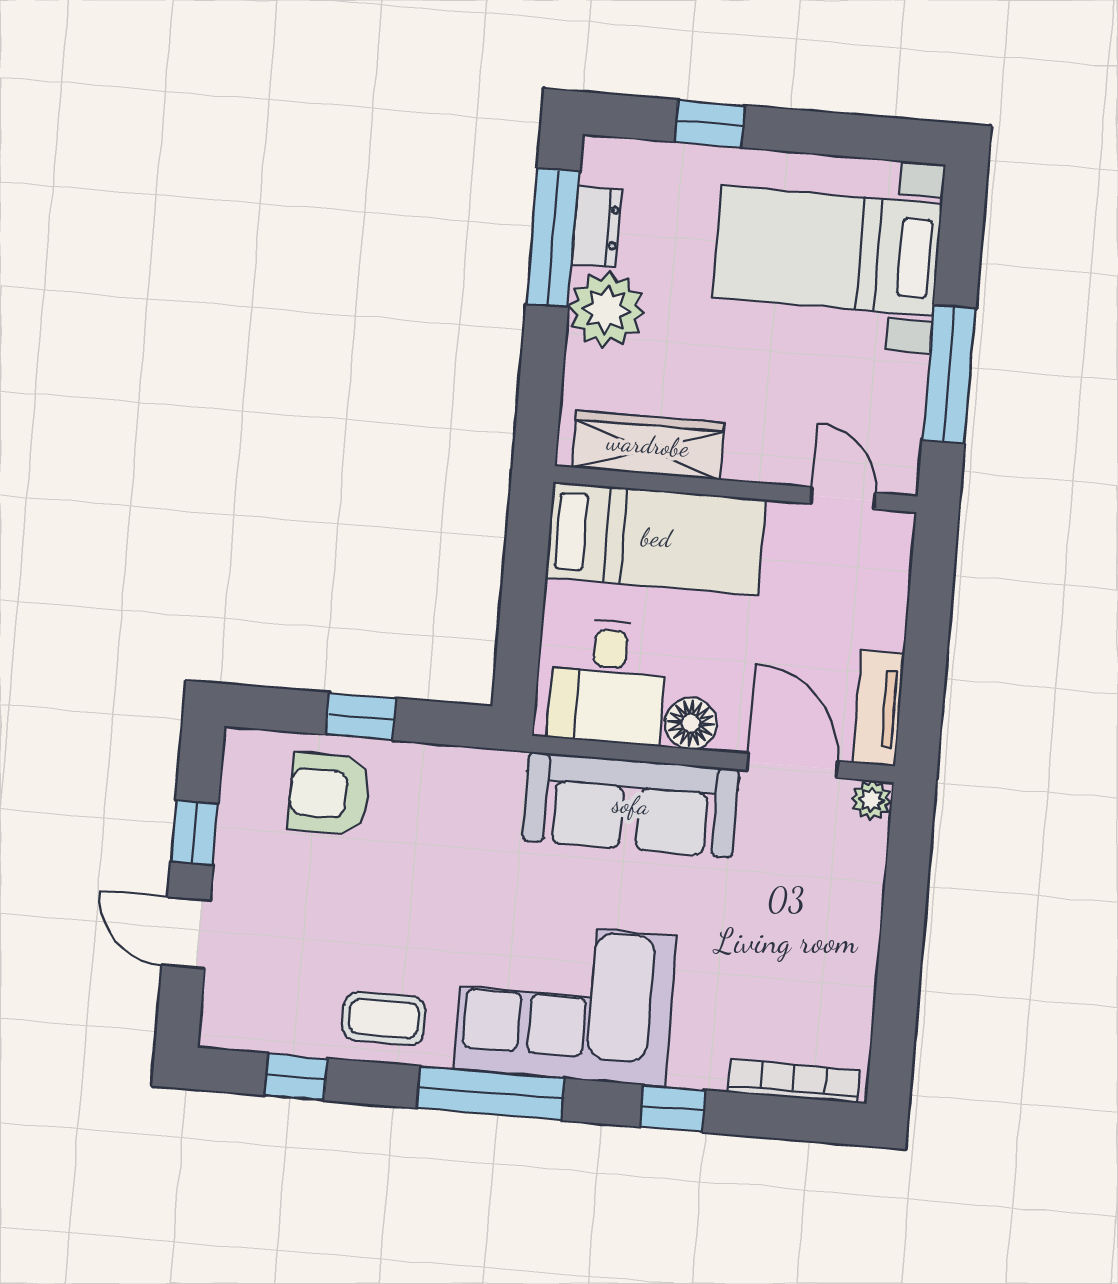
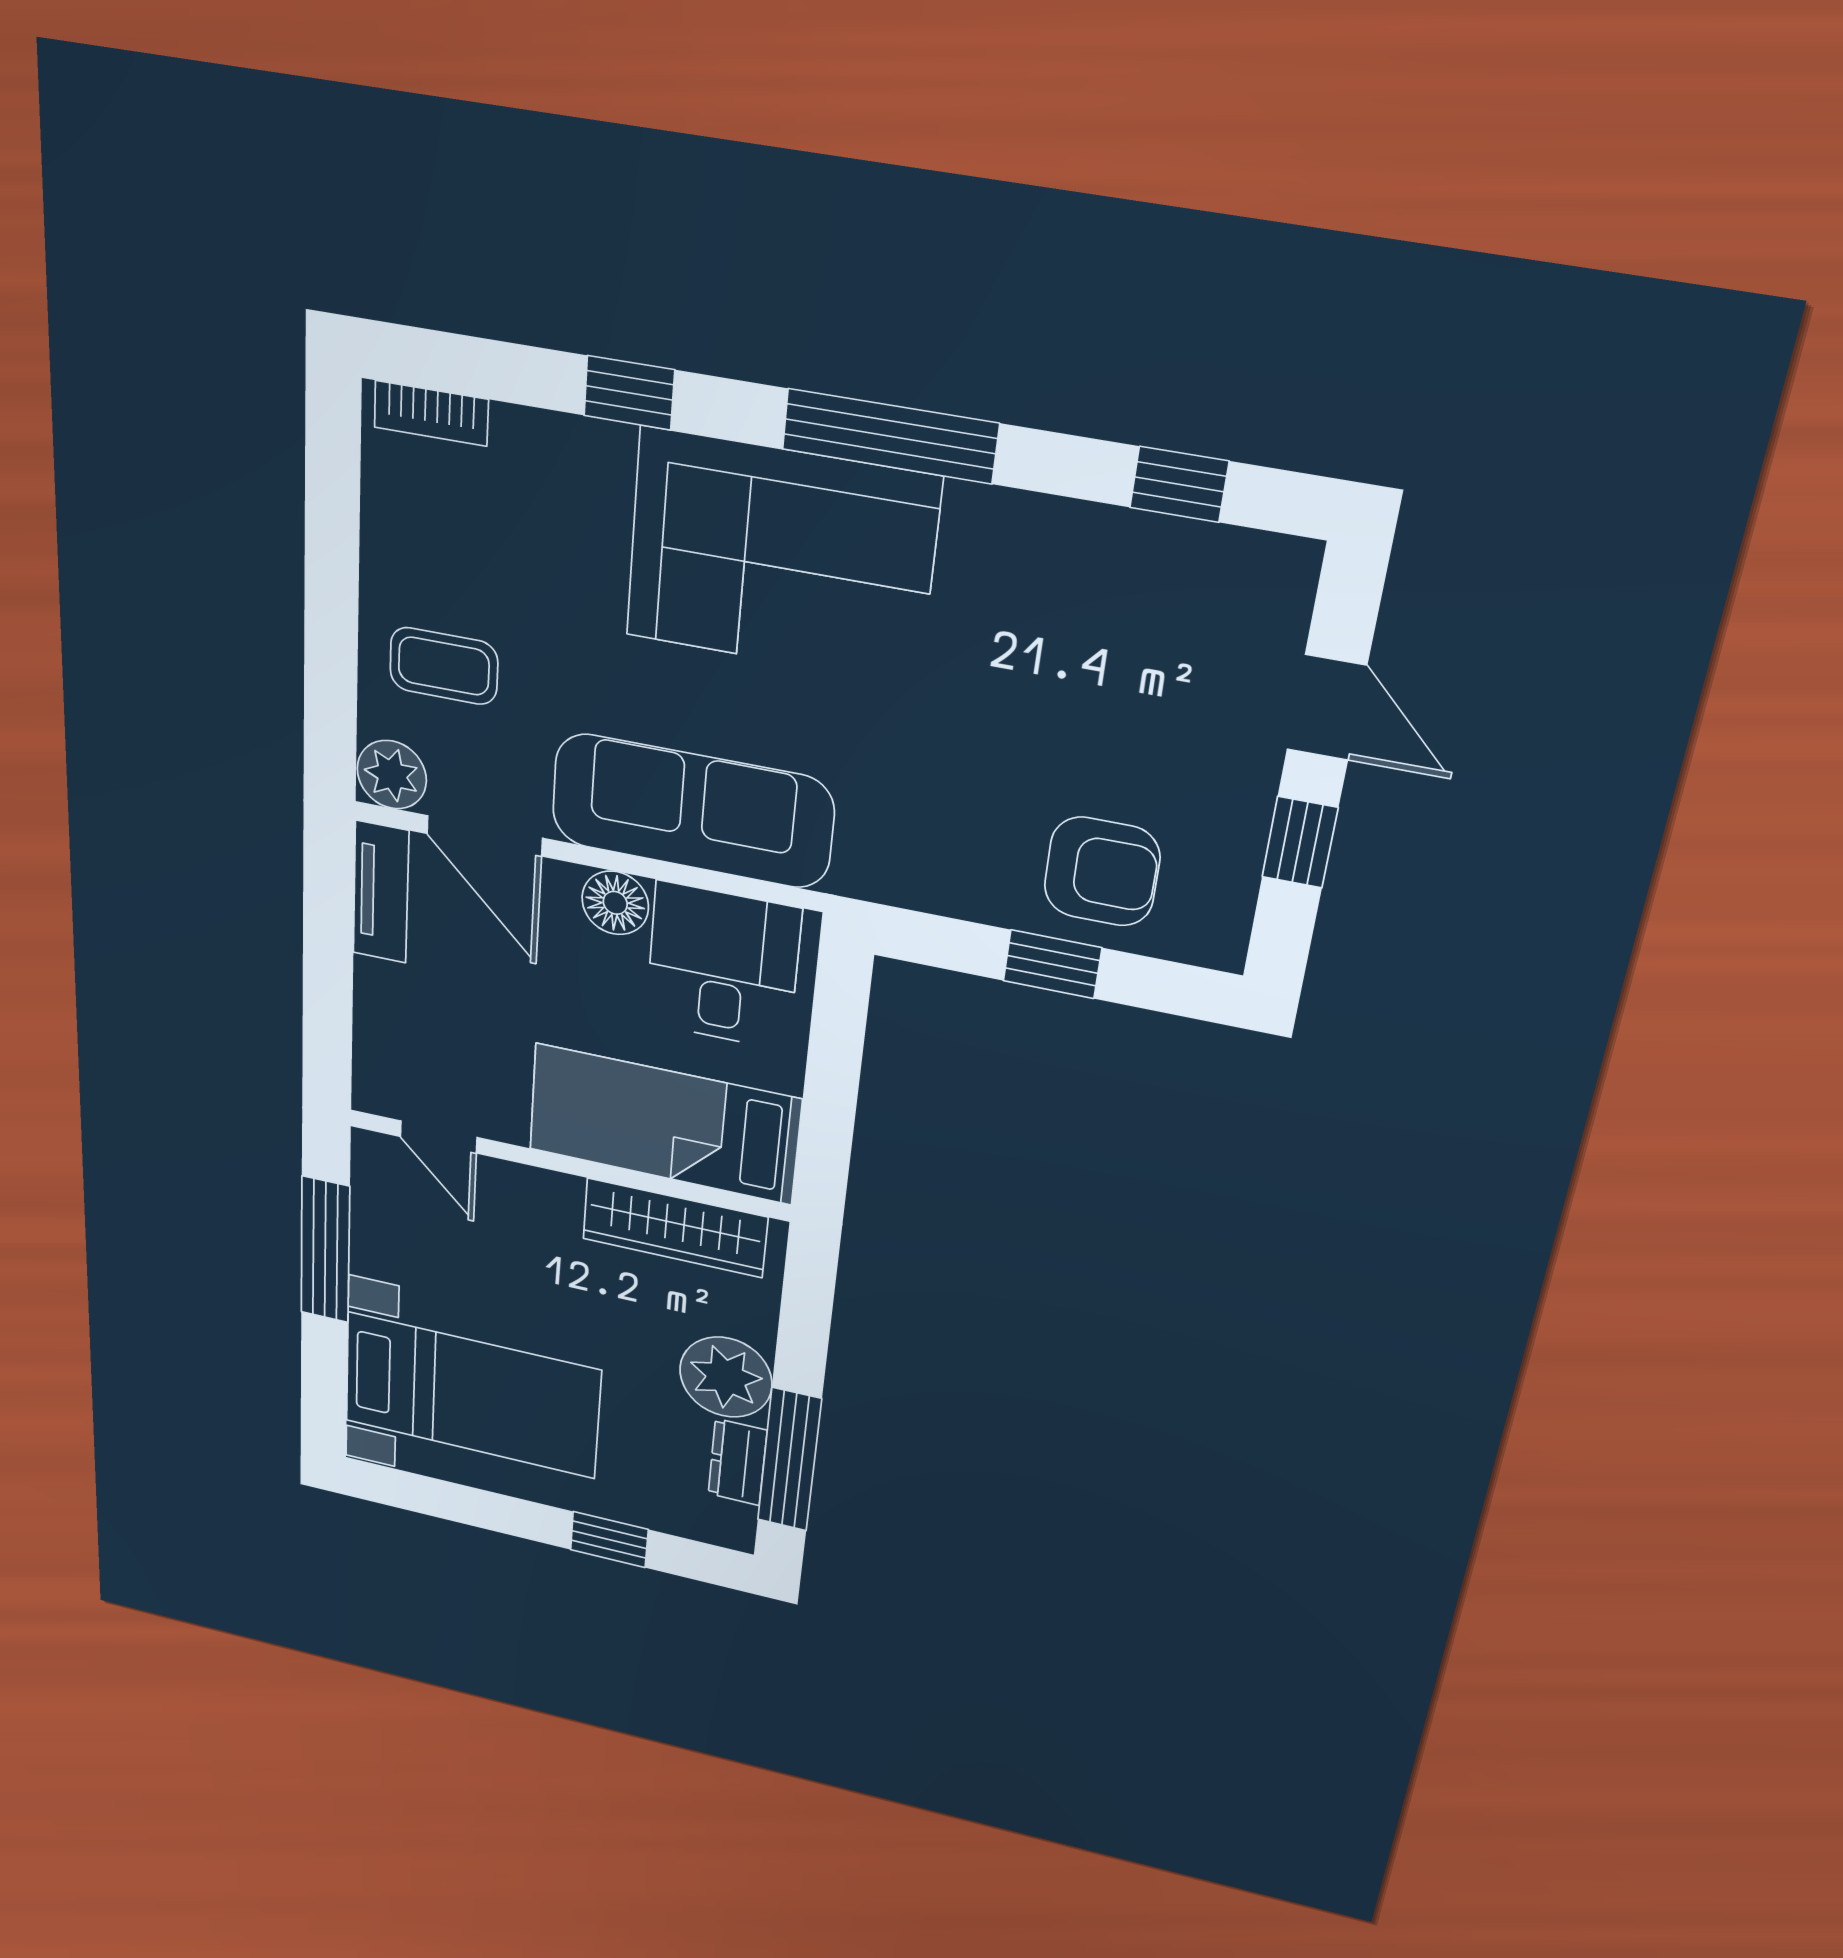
plant: (871, 800) -> (392, 775), width x1.38, depth x1.38
coffee table: (384, 1019) -> (444, 666), moved
bookcase: (793, 1081) -> (431, 413), width x0.64

